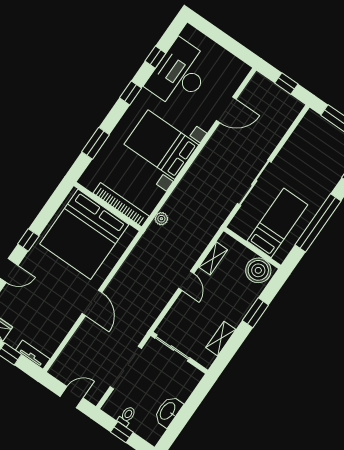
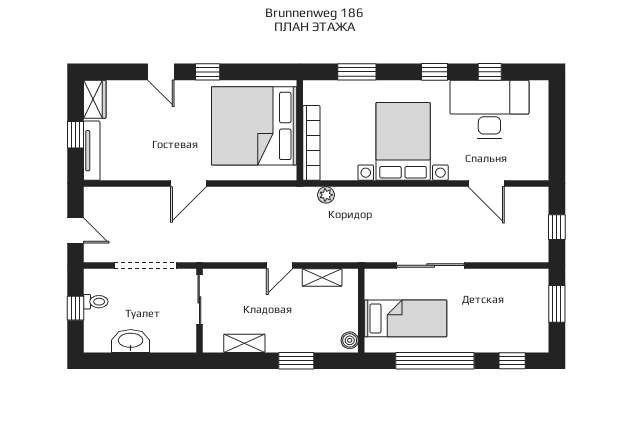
boiler: (258, 270) -> (350, 340), width x0.54, depth x0.54
tv unit: (33, 355) -> (92, 151), width x1.41

